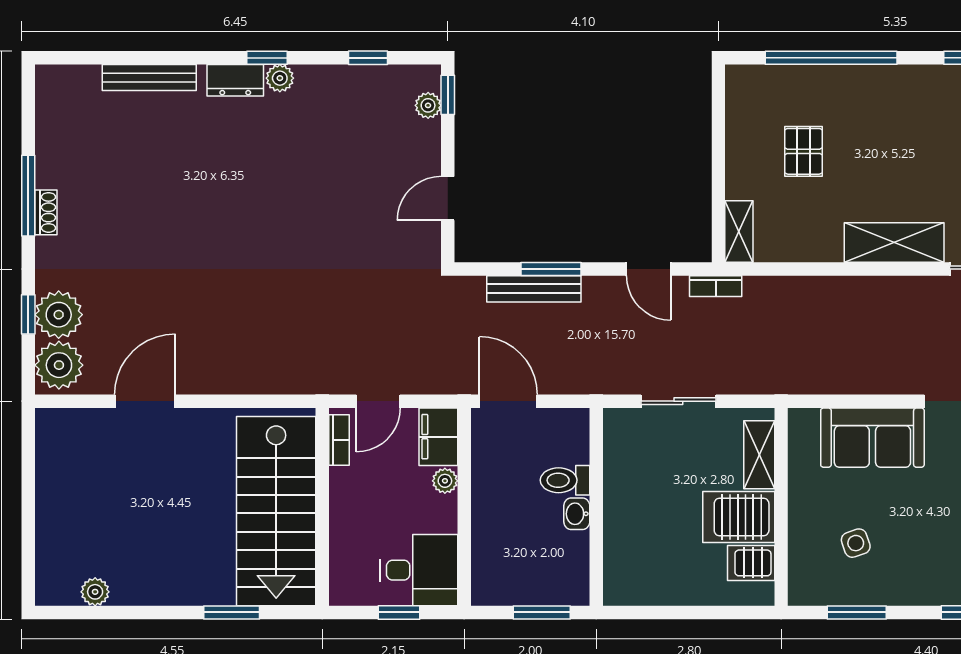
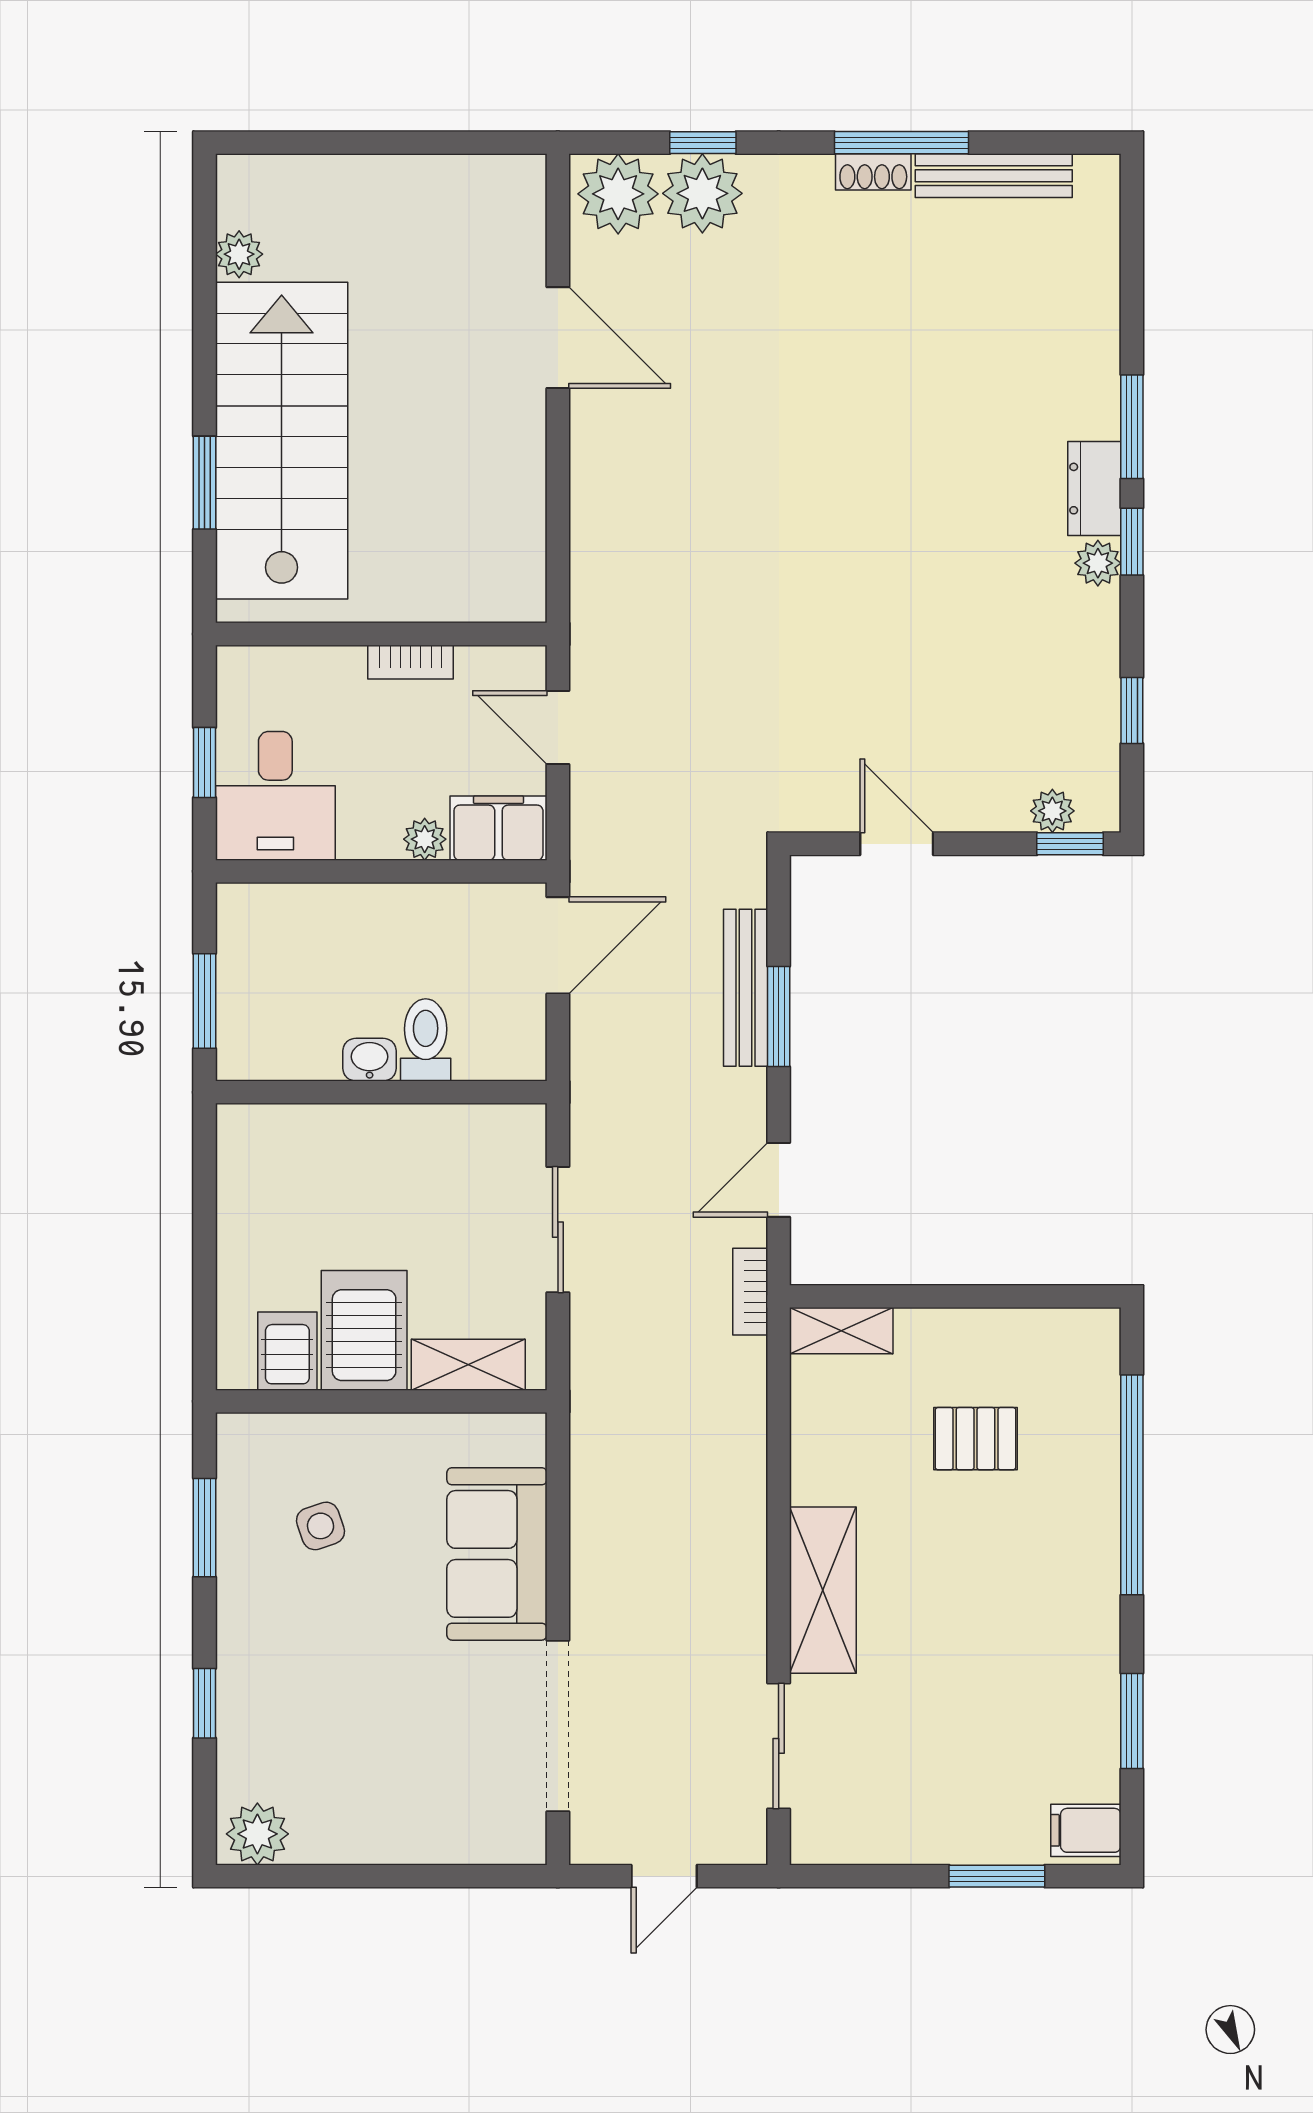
window: (198, 58) -> (1132, 427), added
bench: (149, 78) -> (994, 176), moved, turned 90
bookcase: (339, 440) -> (411, 662), moved
stairs: (276, 511) -> (282, 441), moved, turned 90

